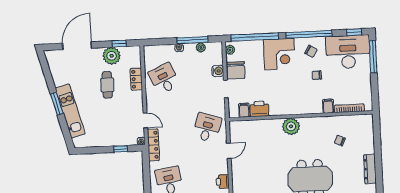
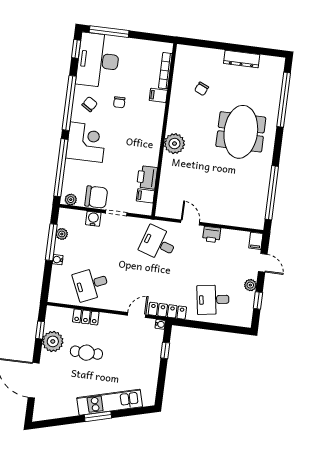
printer: (223, 182) -> (212, 234), moved

